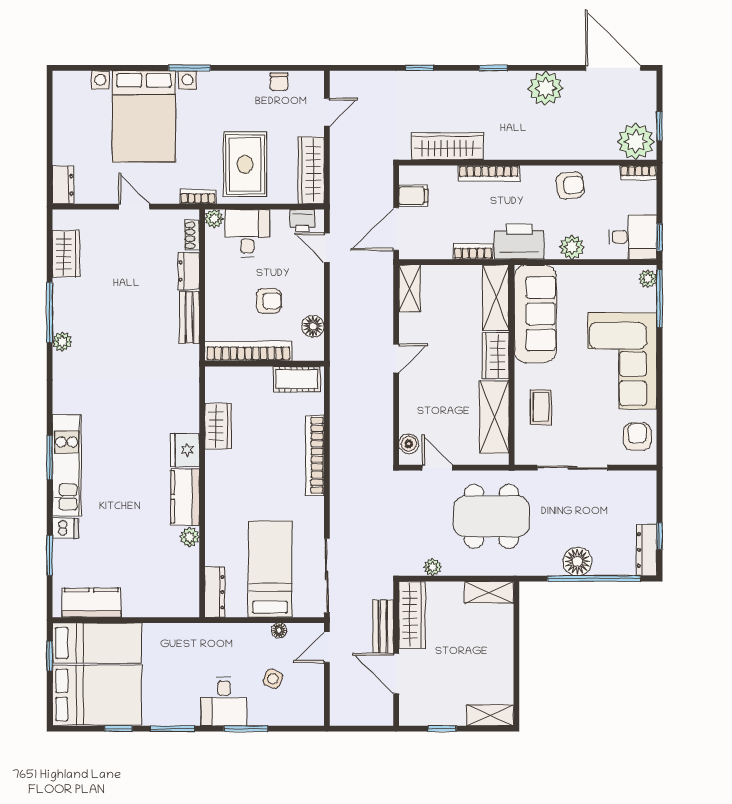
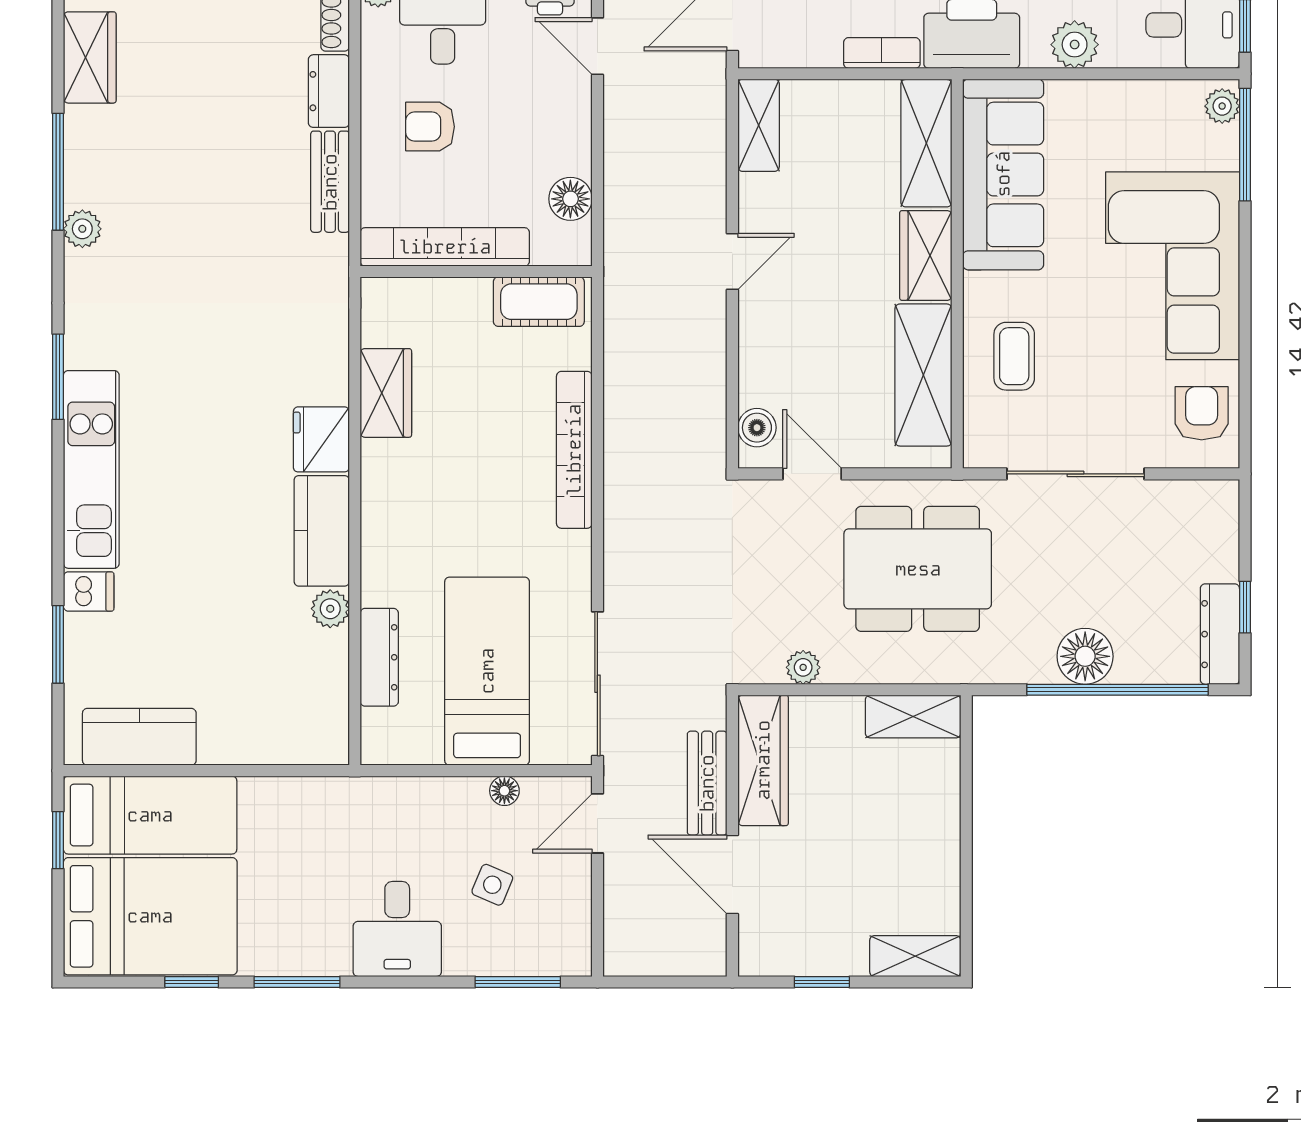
armchair: (269, 301) -> (430, 127), moved, turned 180
window: (50, 458) -> (58, 377), moved
dresser: (215, 592) -> (379, 657), moved
window: (246, 729) -> (518, 982), moved

